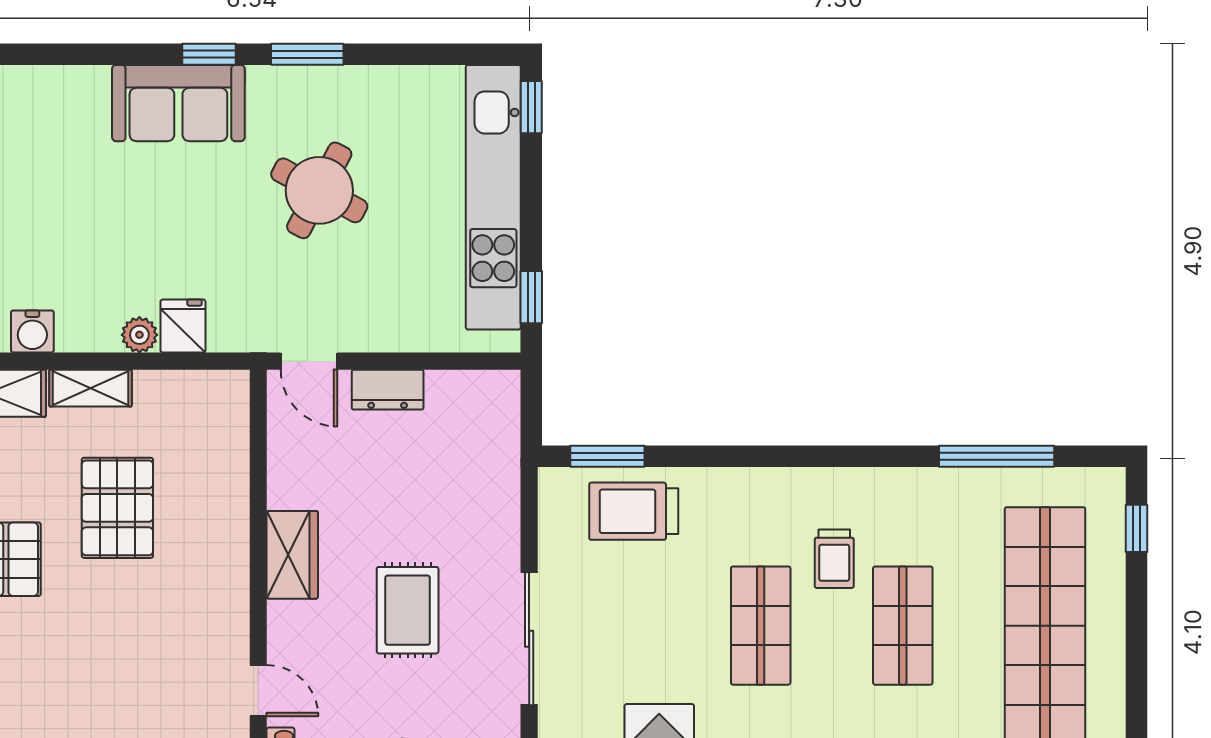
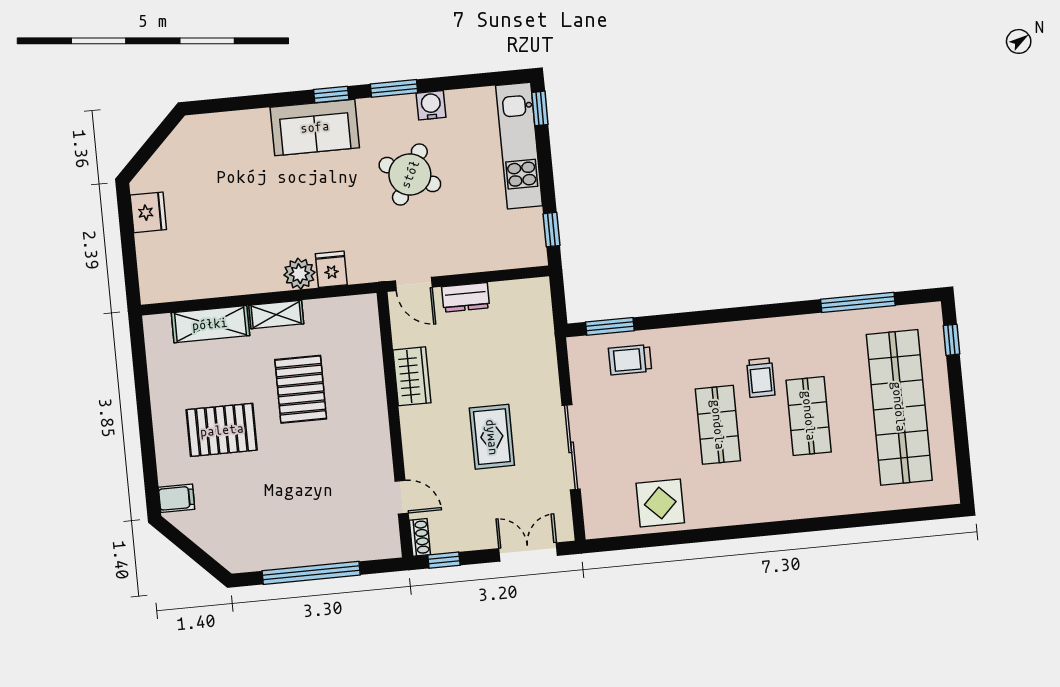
kitchen unit: (493, 197) -> (519, 146), width x0.73
water cooler: (32, 331) -> (431, 105), moved, turned 180
plant: (139, 335) -> (299, 274), width x1.38, depth x1.38
trolley: (634, 511) -> (630, 360), width x0.73, depth x0.72
wardrobe: (292, 555) -> (412, 376), moved

